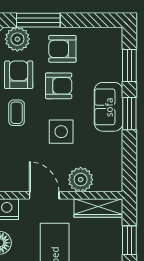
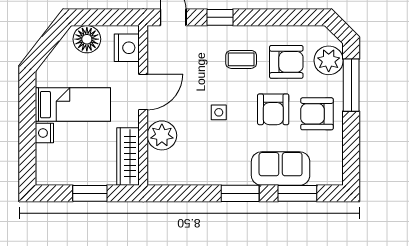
armchair: (62, 49) -> (317, 114), turned -90
sofa: (109, 107) -> (281, 169), moved
side table: (61, 132) -> (219, 112), width x0.54, depth x0.54

